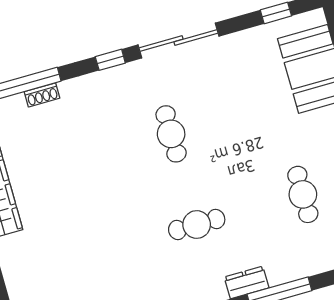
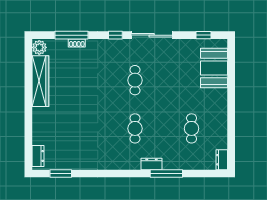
cafe table: (197, 225) -> (135, 128), turned 90

